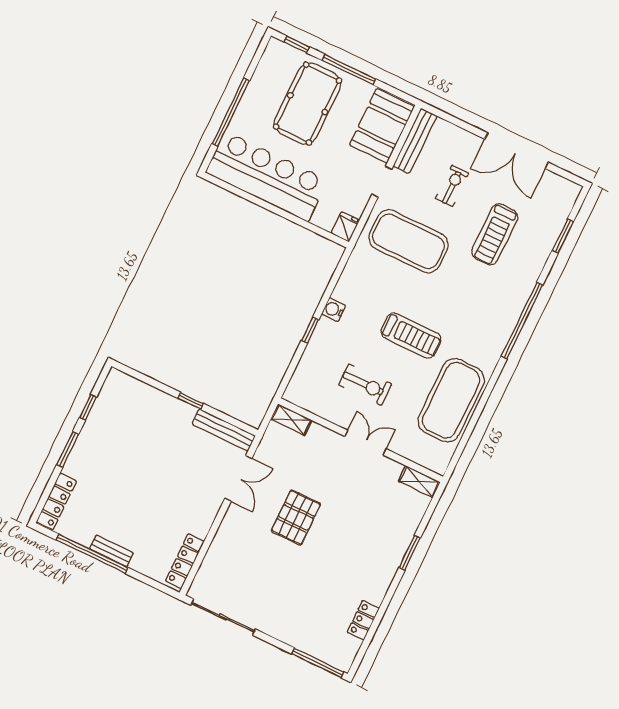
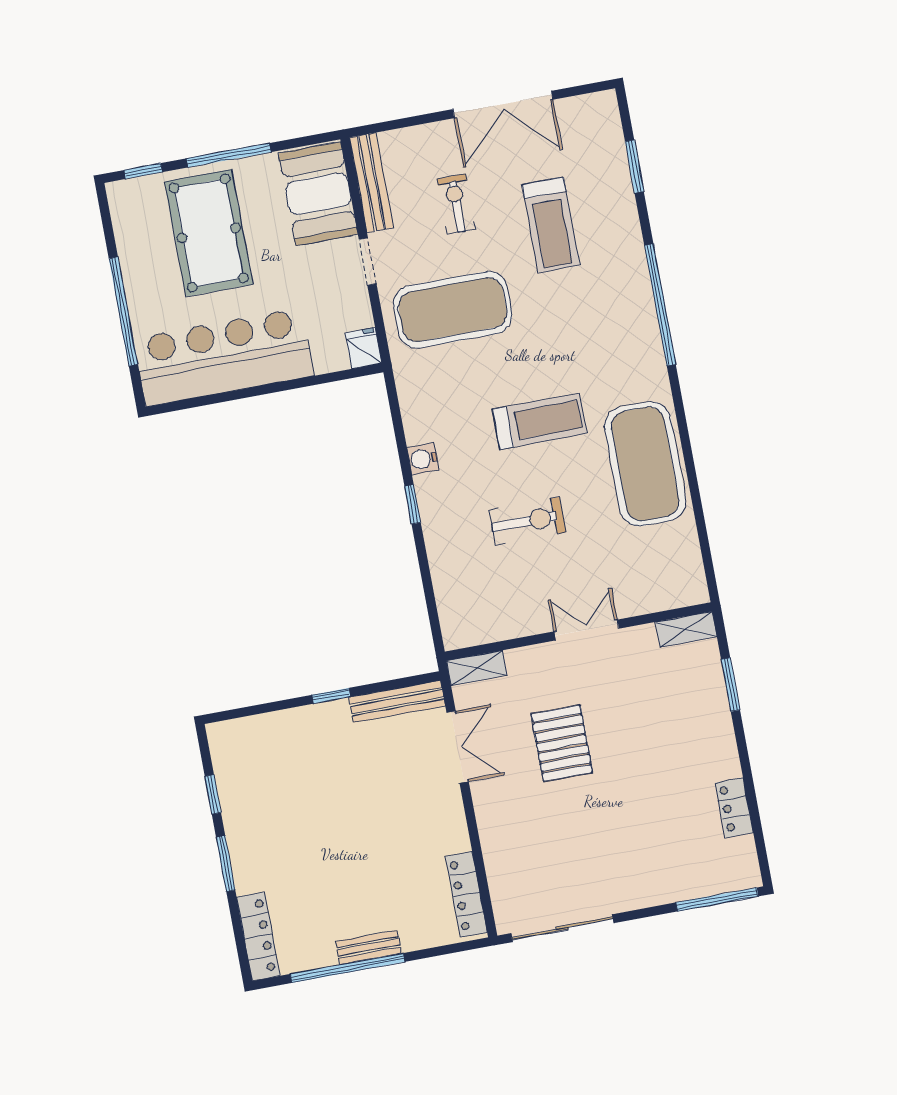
shelving: (291, 420) -> (477, 668), moved
wall: (360, 440) -> (578, 631), moved
double door: (365, 443) -> (587, 630), moved
shelving: (419, 482) -> (686, 629), moved

